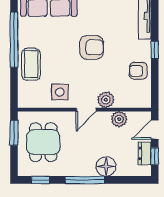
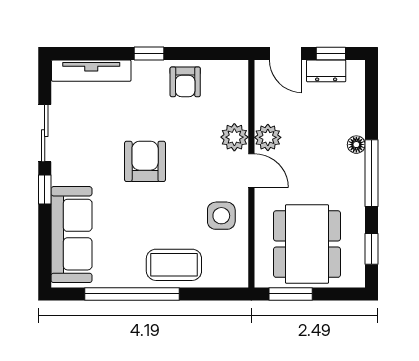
plant: (119, 119) -> (268, 137), moved
dining table: (43, 142) -> (307, 244), width x1.38
floor lamp: (106, 166) -> (356, 145), width x0.53, depth x0.53

